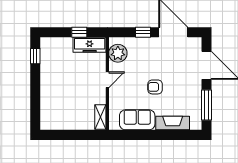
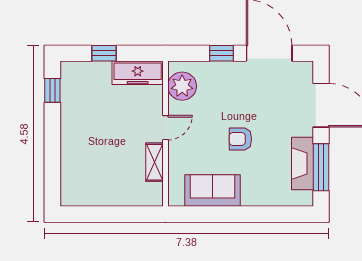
window: (79, 32) -> (104, 53), moved
shelving: (100, 117) -> (155, 162), moved
fireplace: (173, 123) -> (302, 163), moved, turned -90

